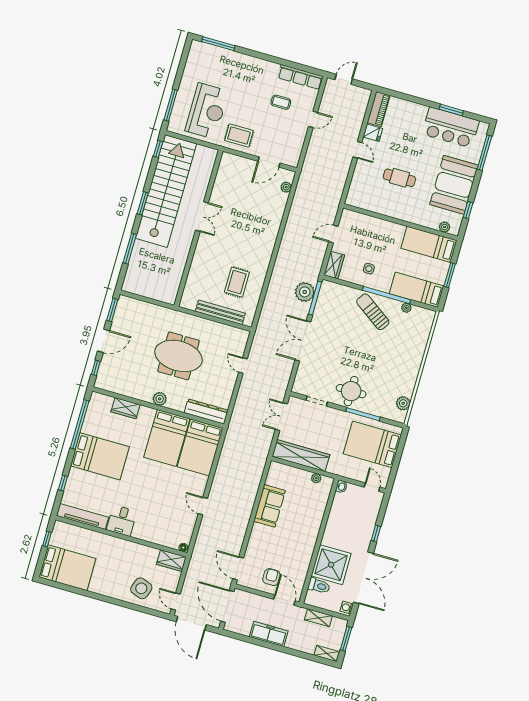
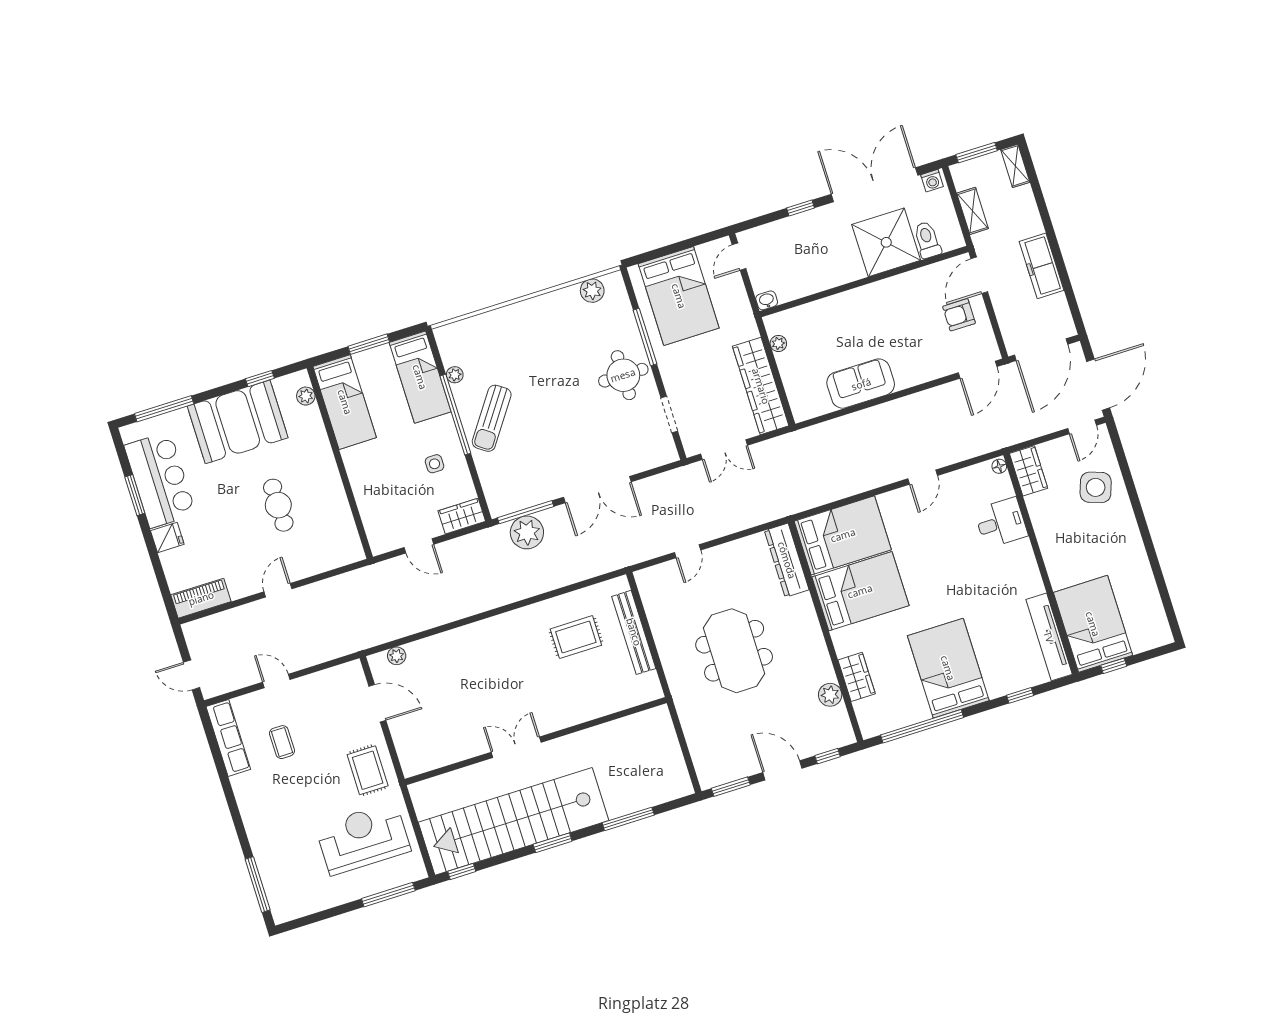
fridge: (373, 133) -> (167, 537), moved, turned 90
plant: (160, 399) -> (830, 695), moved
desk: (122, 521) -> (1001, 523), moved
bed: (67, 568) -> (1093, 624), moved

